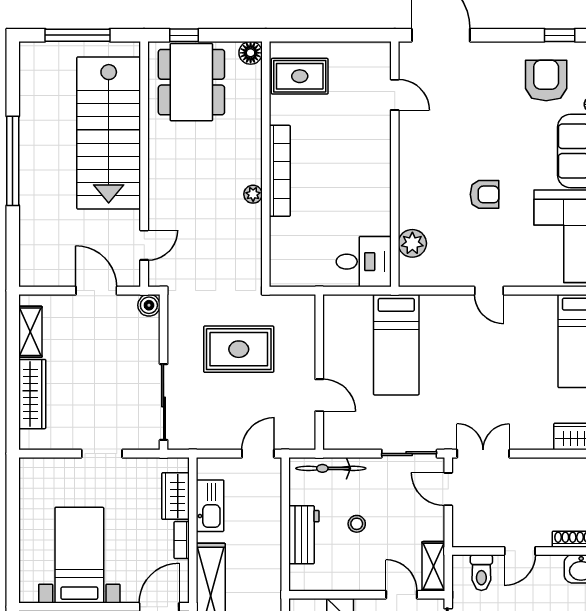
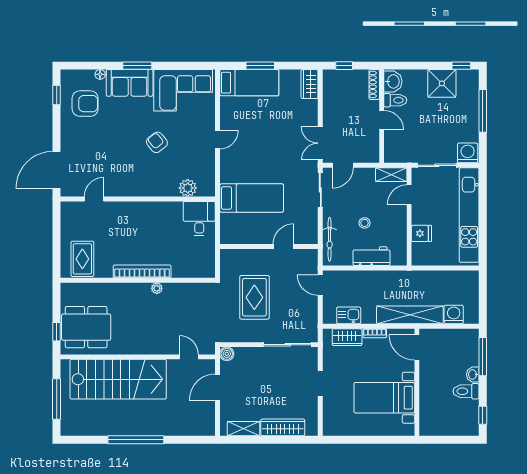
floor lamp: (251, 53) -> (68, 290), removed
armchair: (546, 80) -> (85, 104), turned 180
armchair: (485, 194) -> (157, 142), turned -39
kitchen sink: (210, 506) -> (349, 315), width x0.73
toilet: (481, 573) -> (395, 100), moved

